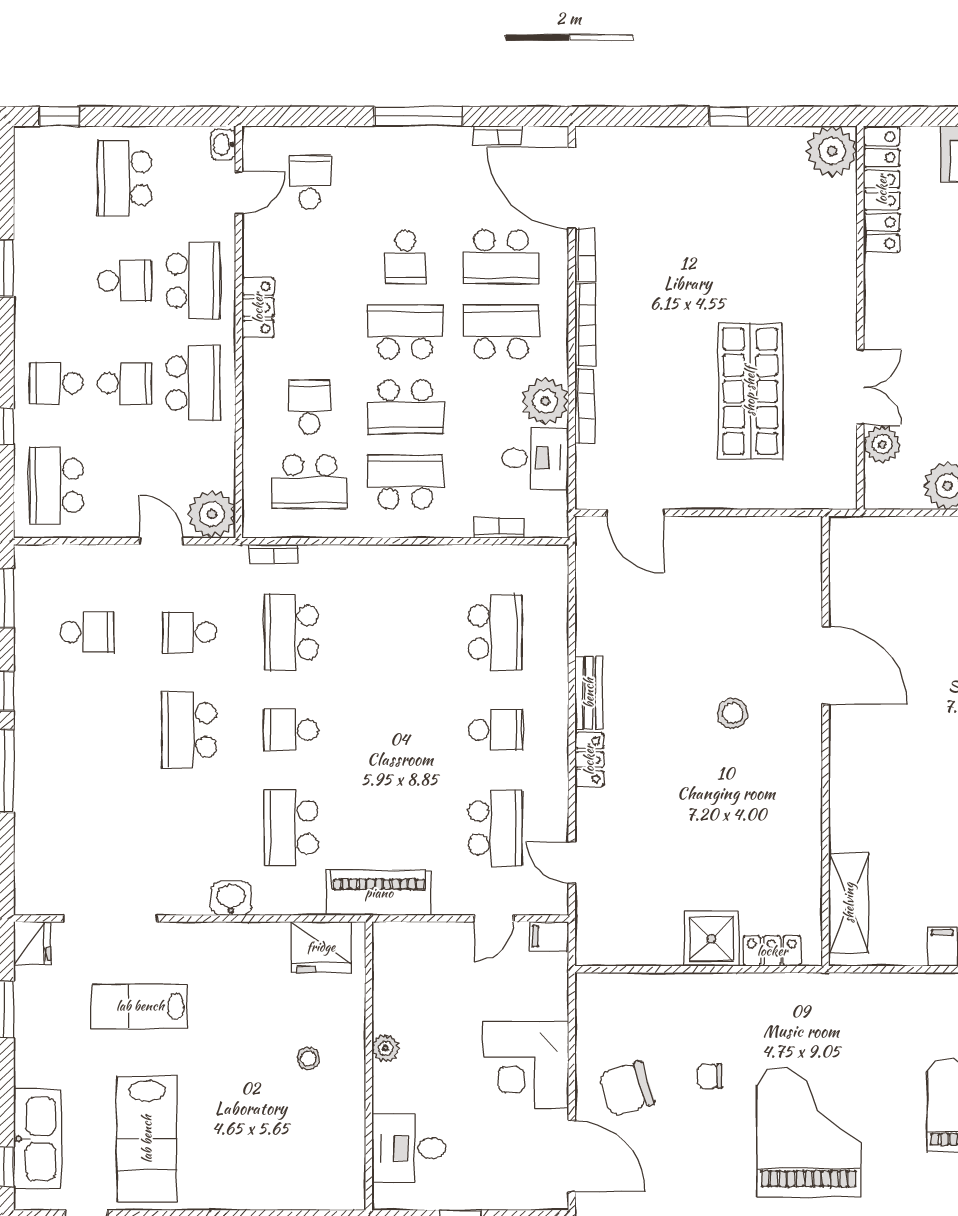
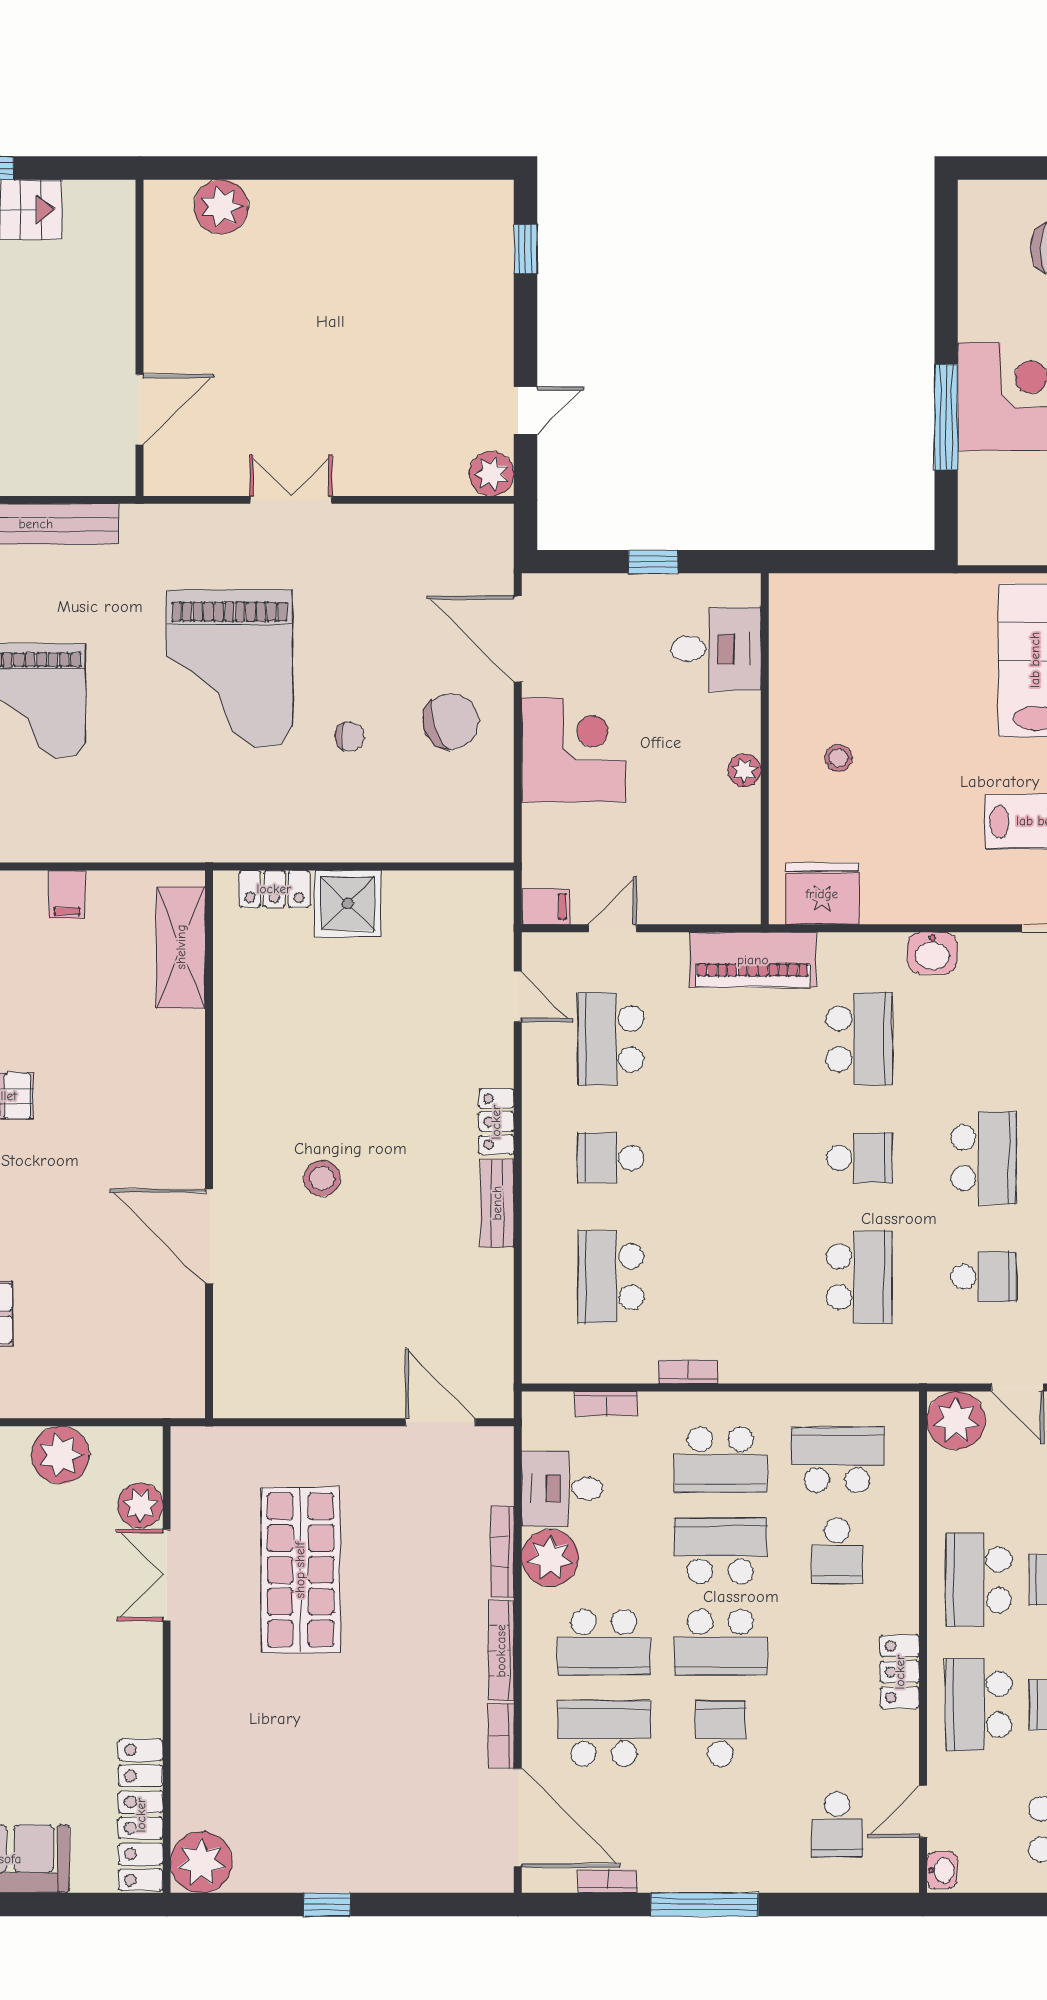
bookcase: (274, 554) -> (688, 1372), moved

